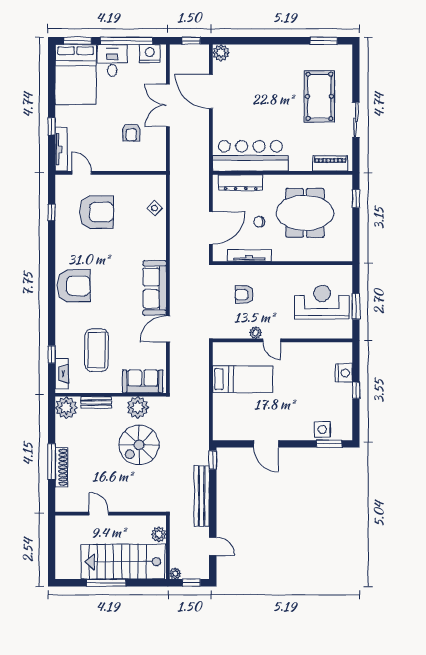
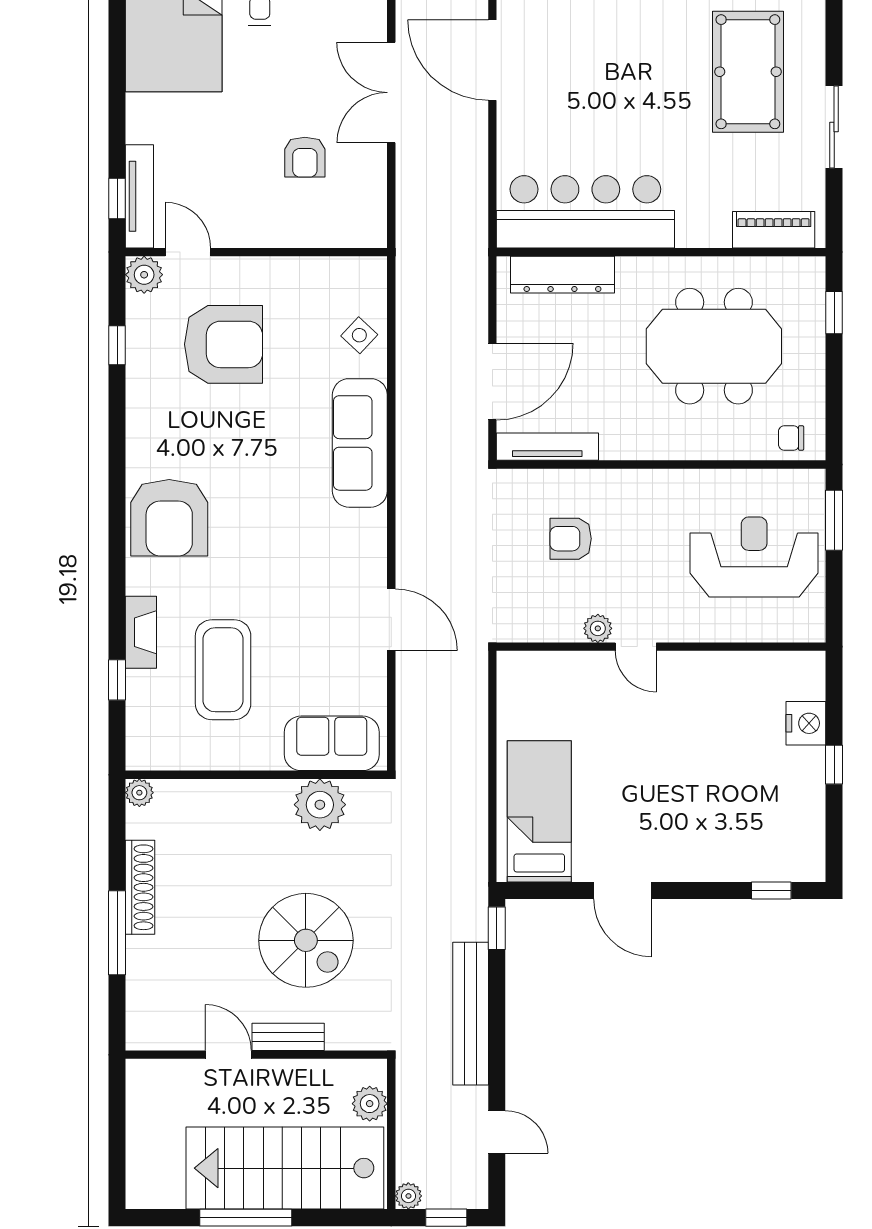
window: (52, 126) -> (117, 199), moved
plant: (63, 183) -> (144, 275), added
chair: (259, 222) -> (791, 438), moved
tv unit: (249, 256) -> (547, 447), moved
armchair: (74, 286) -> (169, 518), turned 90
sofa: (155, 288) -> (360, 443), moved
window: (356, 306) -> (834, 520), moved
door: (168, 329) -> (391, 620), swing flipped
fireplace: (62, 374) -> (141, 632), moved
bed: (243, 379) -> (539, 811), moved, turned -90
bench: (96, 402) -> (288, 1037), moved
plant: (66, 408) -> (139, 793), width x0.53, depth x0.53
side table: (322, 429) -> (755, 857), removed
window: (329, 444) -> (771, 890), width x0.67
spiral stairs: (139, 445) -> (306, 940), moved, turned -90
shoe rack: (61, 467) -> (140, 887), moved

